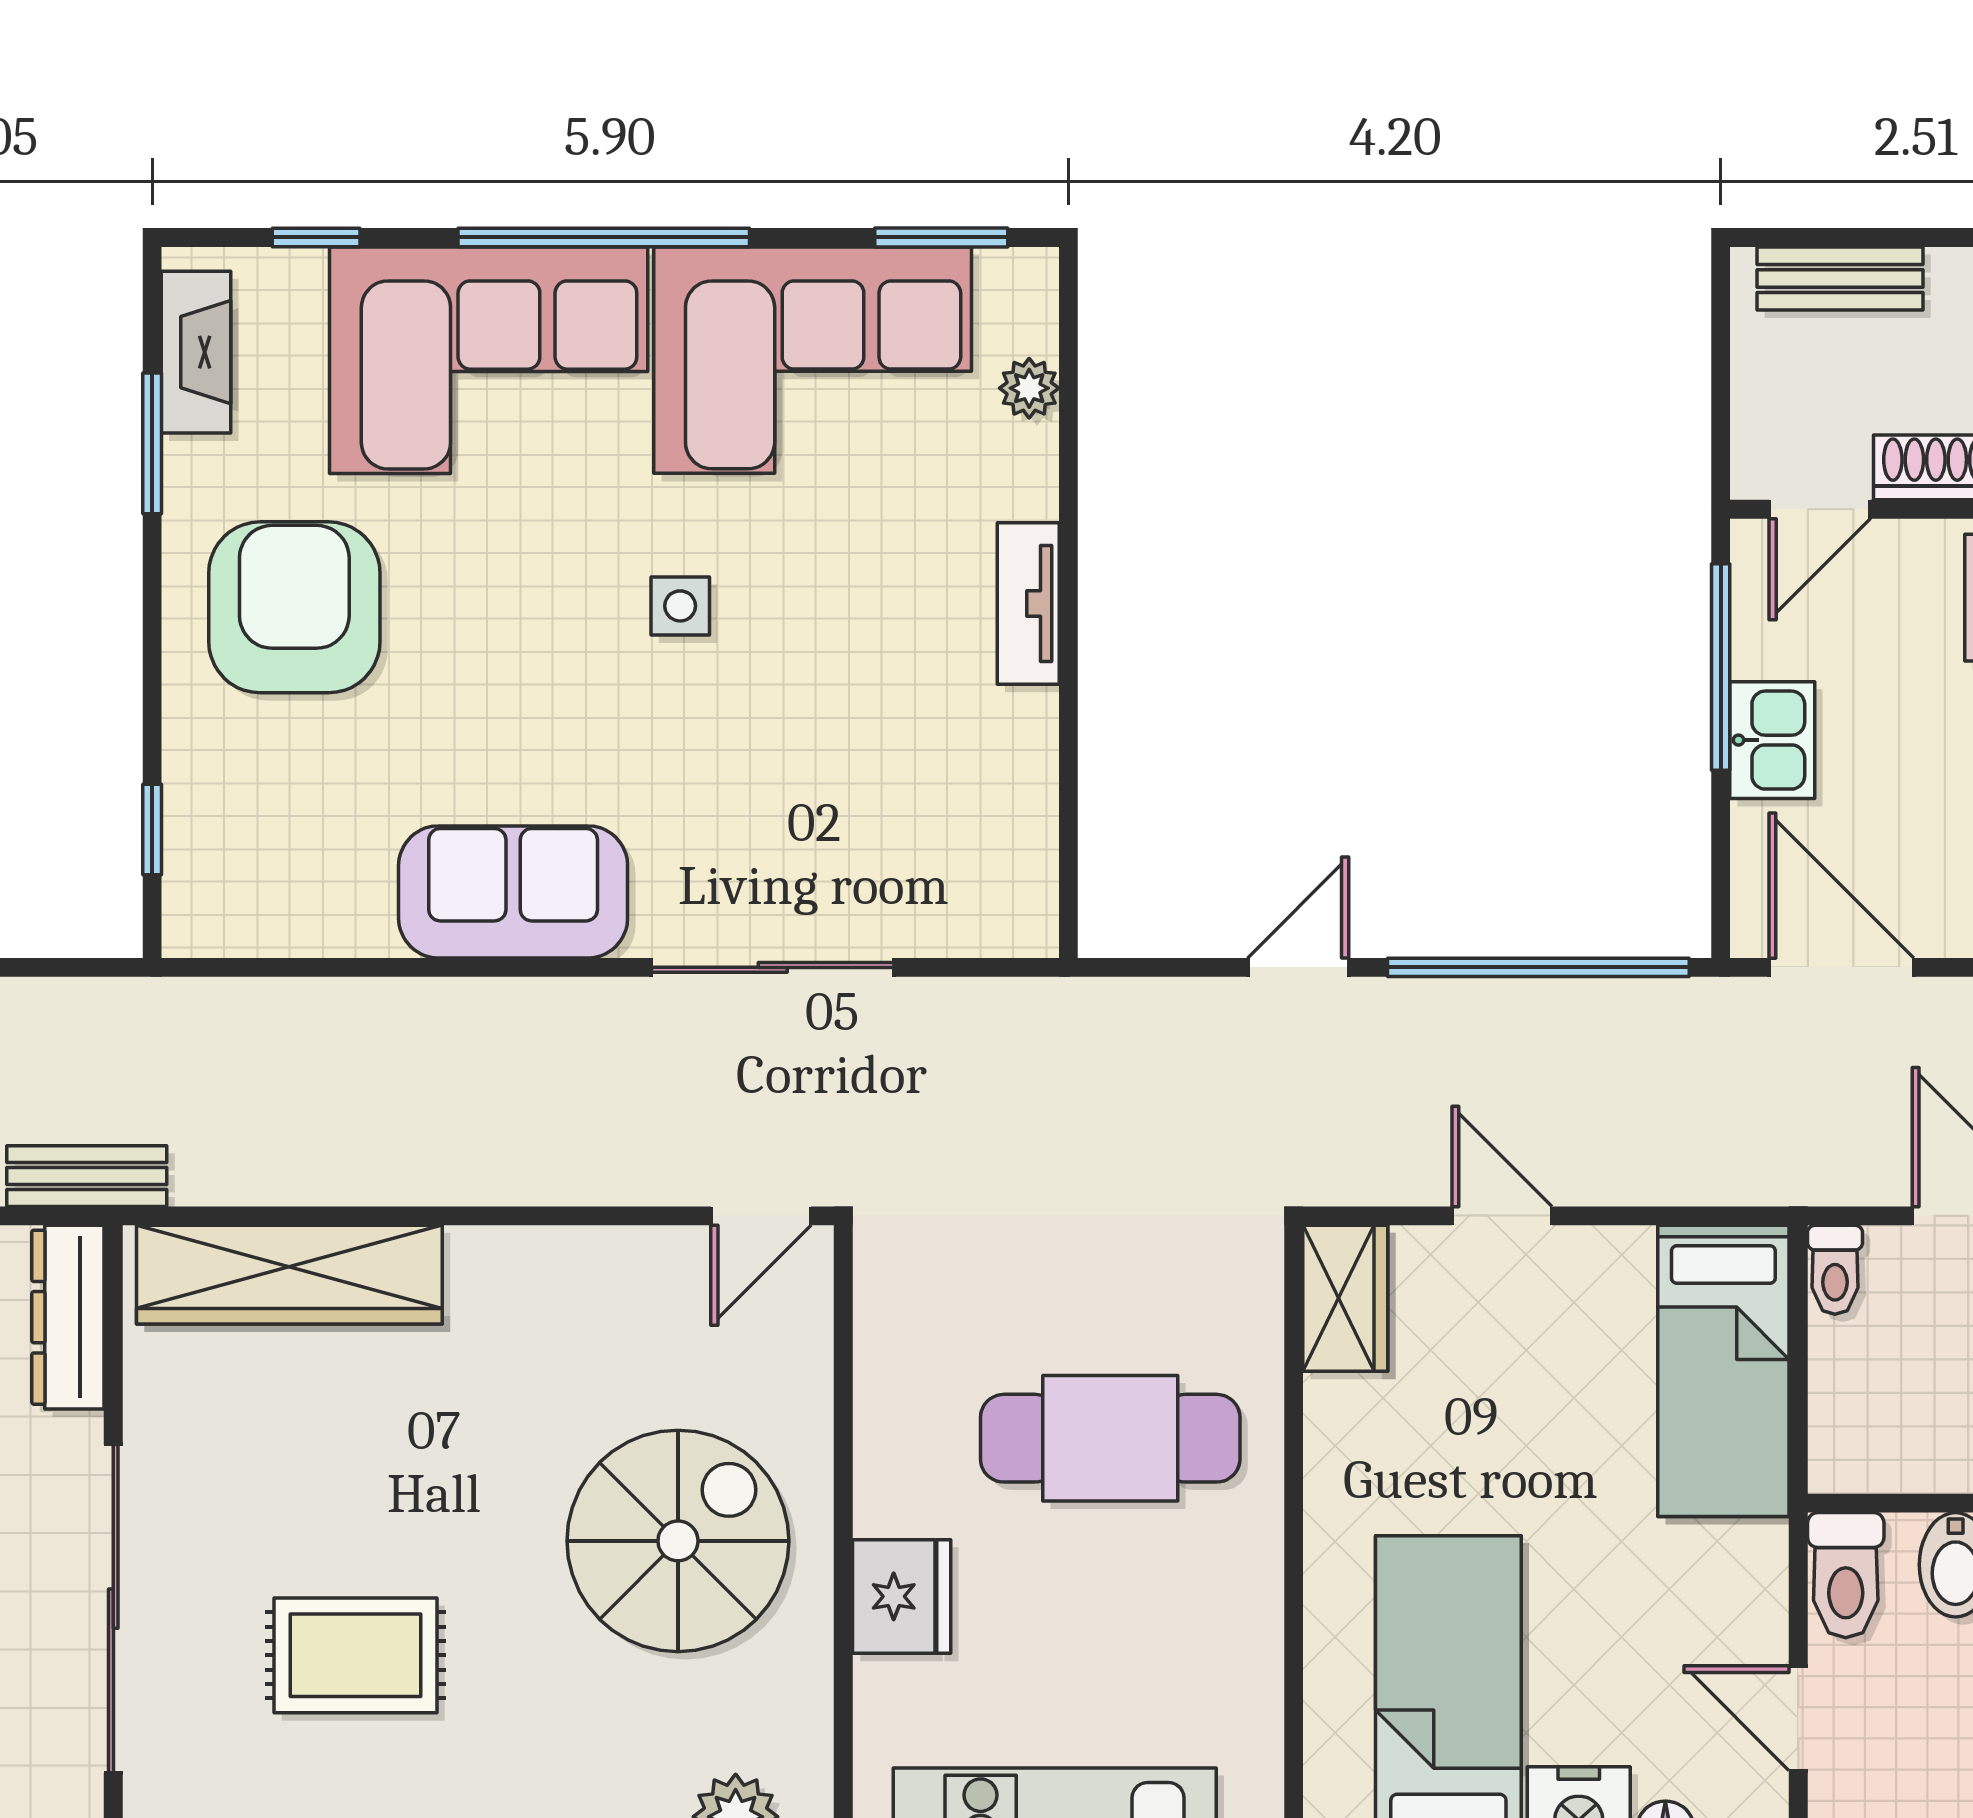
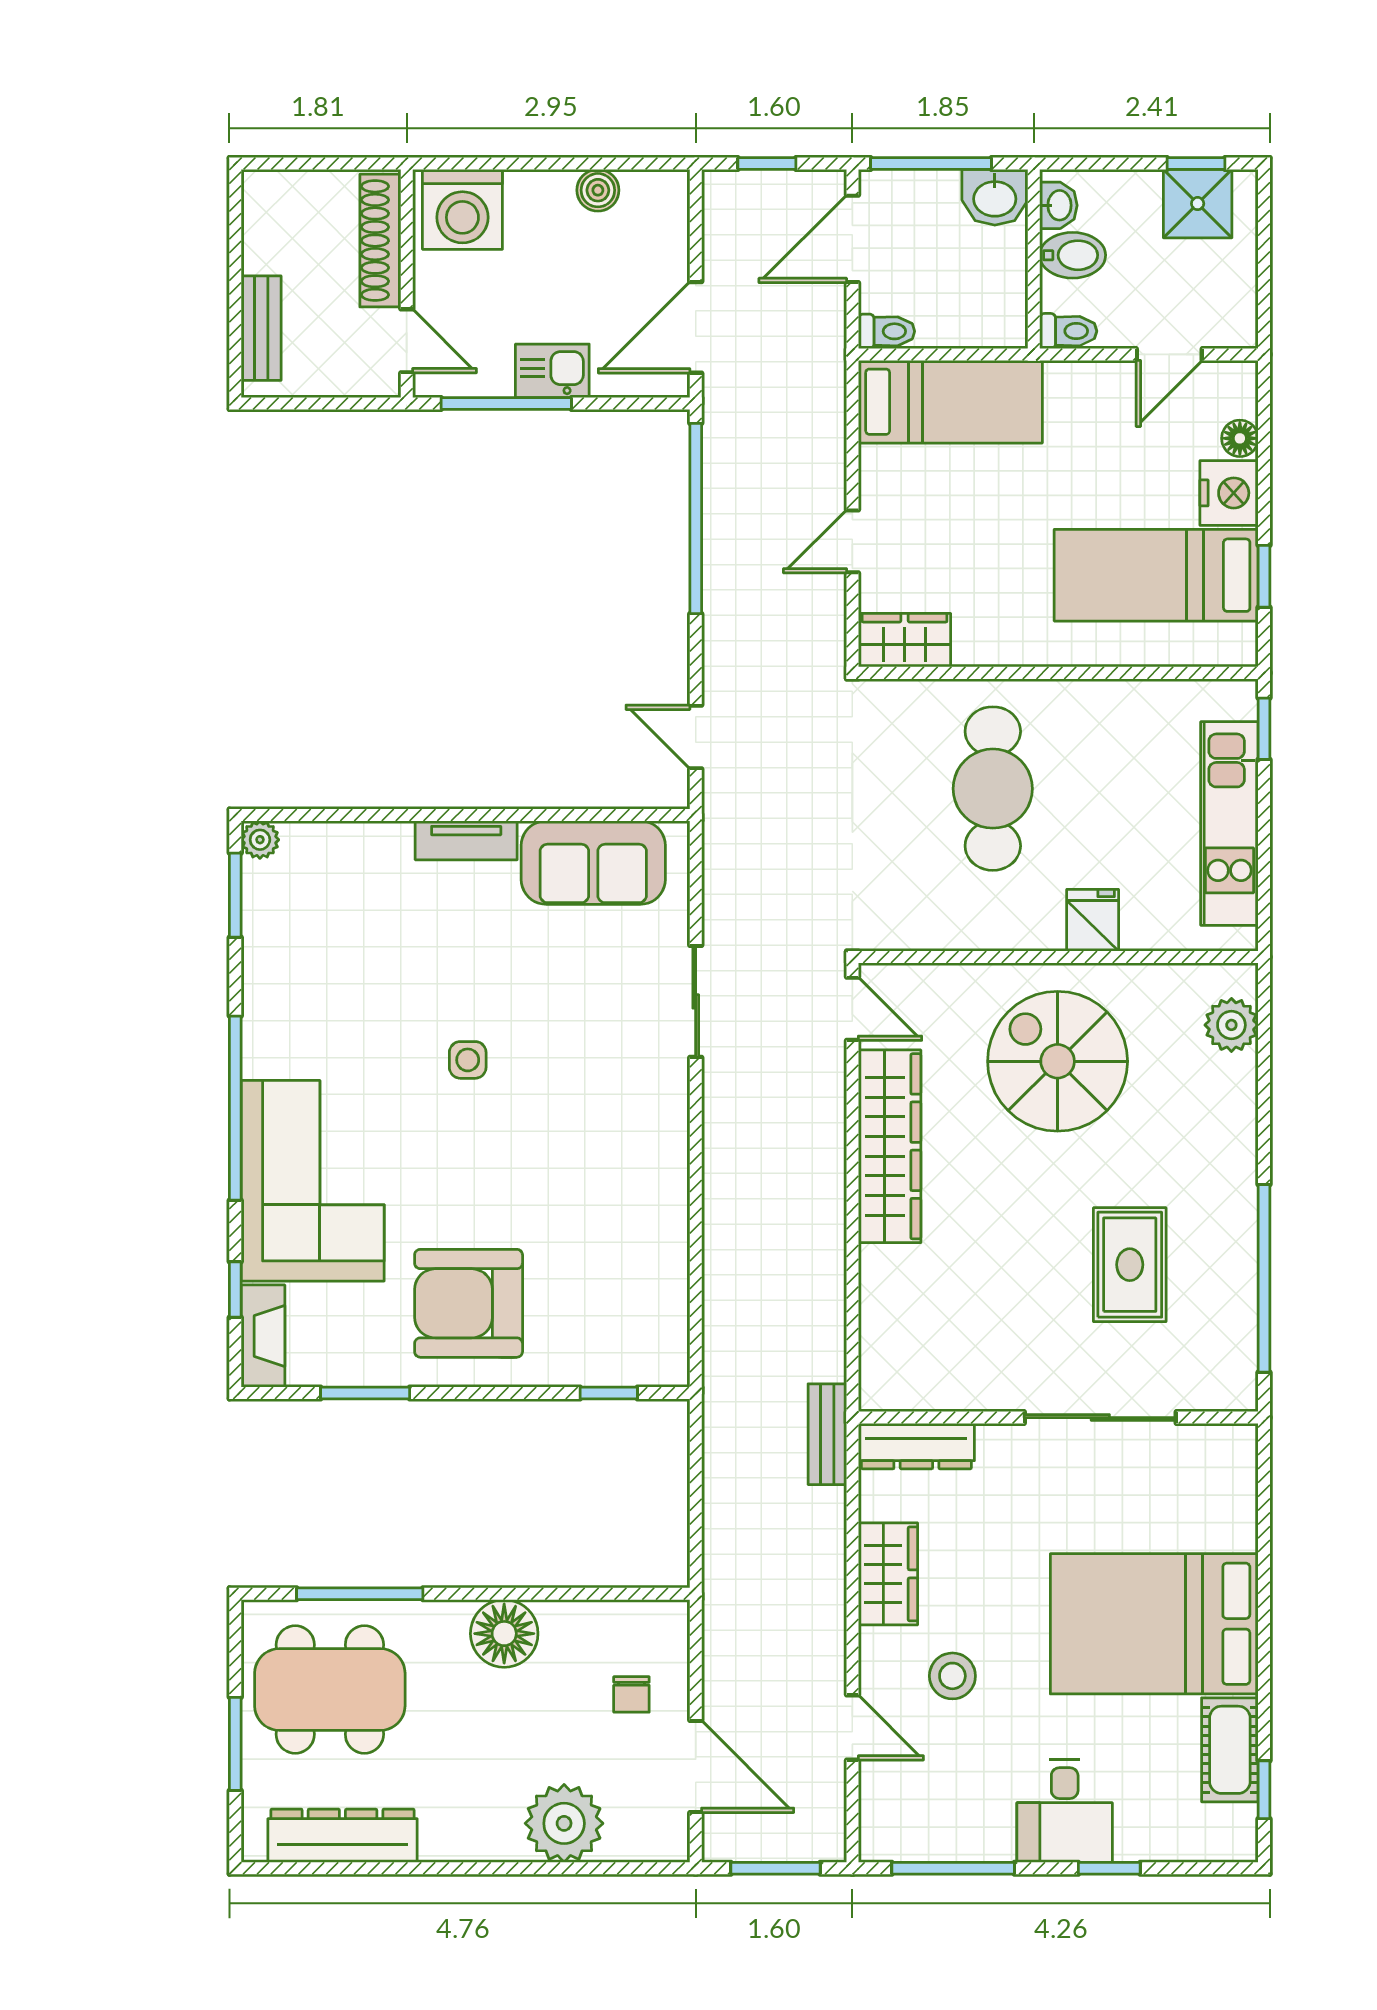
fireplace: (196, 352) -> (263, 1336), moved, turned 90
corner sofa: (813, 360) -> (313, 976), removed
plant: (1029, 388) -> (260, 840), moved
sofa: (513, 892) -> (593, 863), moved, turned -90
sliding door: (773, 967) -> (696, 1001), width x0.73
door: (1298, 967) -> (696, 737), moved
wardrobe: (289, 1275) -> (890, 1146), moved
toilet: (1846, 1575) -> (1068, 331), width x0.73, depth x0.72
fridge: (902, 1596) -> (1093, 920), width x0.72
sliding door: (113, 1609) -> (1100, 1418), width x0.73

